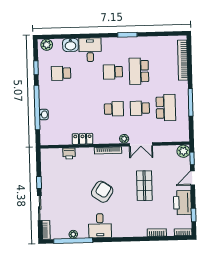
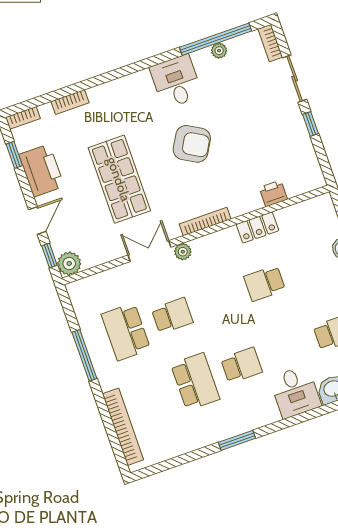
school desk: (114, 109) -> (265, 283), moved
shop shelf: (144, 186) -> (119, 179), width x1.43, depth x1.36
armchair: (102, 192) -> (192, 144), turned -94

